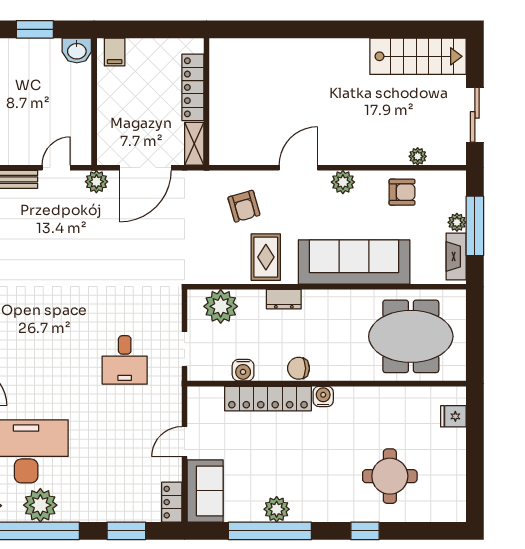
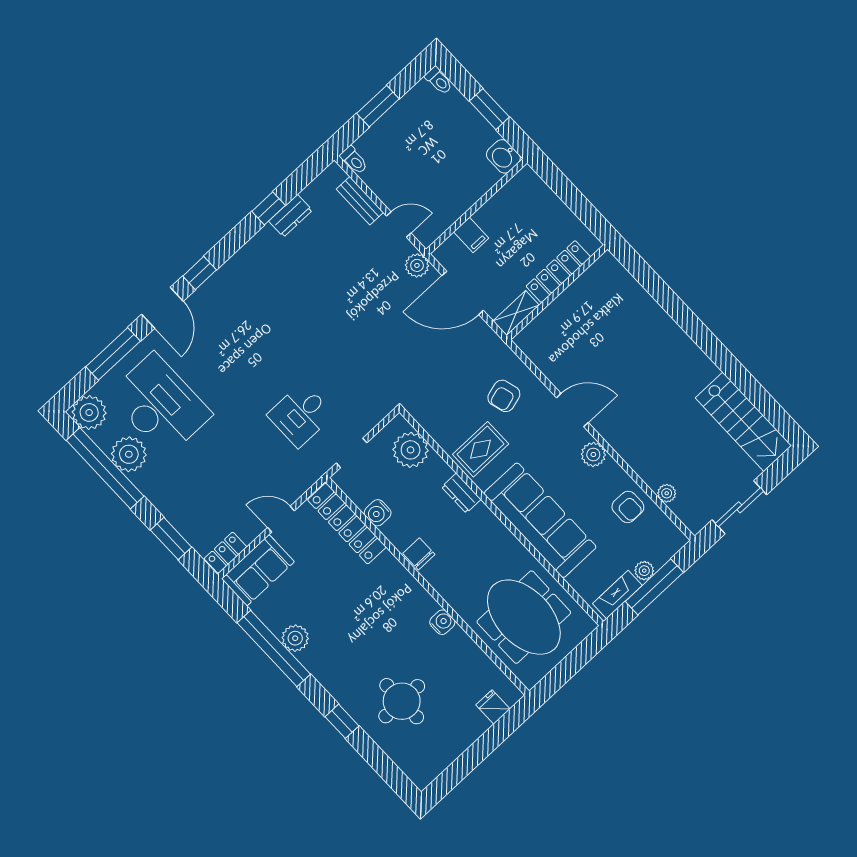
filing cabinet: (115, 52) -> (471, 235), moved, turned -90
water cooler: (323, 396) -> (442, 622), moved
locker: (268, 399) -> (347, 523), moved

